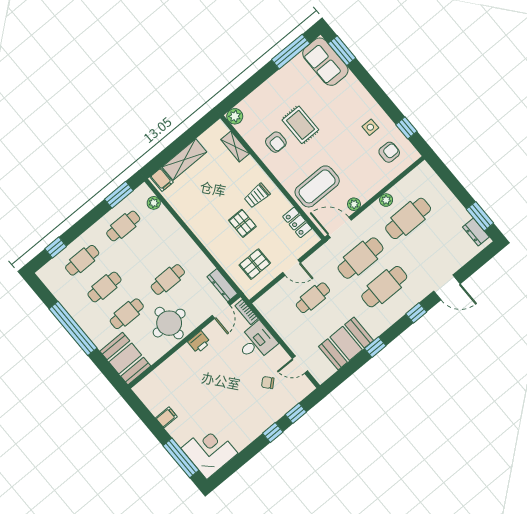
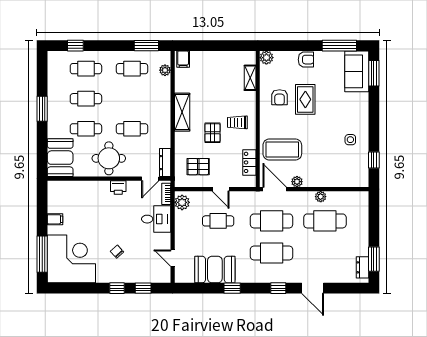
armchair: (389, 152) -> (306, 60), moved
shelving: (184, 159) -> (182, 112), moved, turned 90
plant: (267, 308) -> (182, 202), added
window: (73, 328) -> (42, 109), width x0.47
chair: (268, 383) -> (117, 252), moved
corner desk: (209, 451) -> (71, 259), width x1.36, depth x1.36

